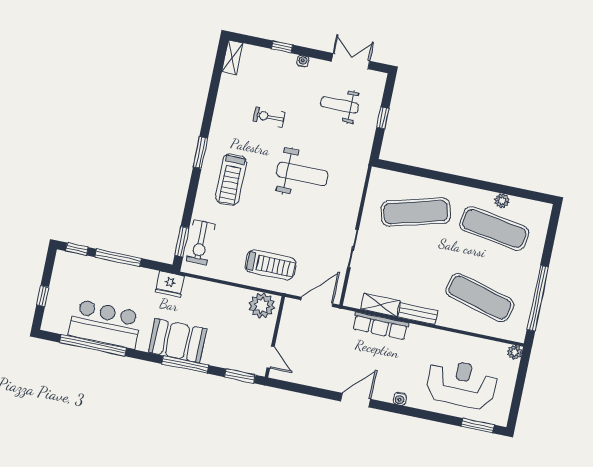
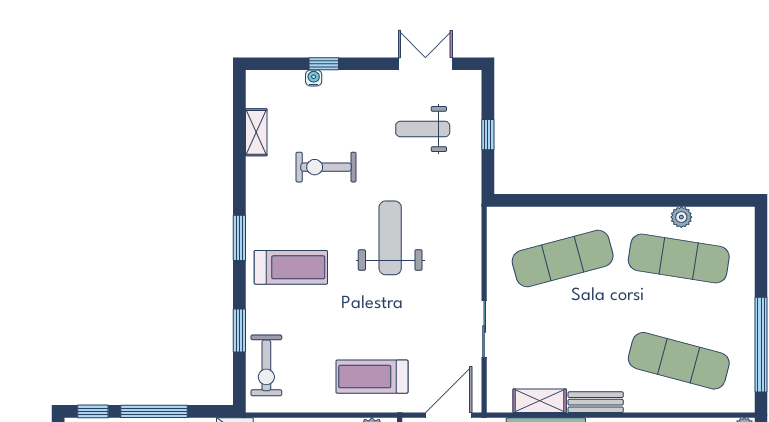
shelving: (232, 57) -> (256, 132), moved
water cooler: (303, 61) -> (314, 78), moved
exercise bike: (269, 117) -> (326, 167), width x1.38, depth x1.39
weight bench: (302, 174) -> (390, 238), turned -90
treadmill: (231, 180) -> (291, 267), turned -90
window: (182, 242) -> (239, 330), moved
treadmill: (270, 265) -> (372, 377), turned 180

